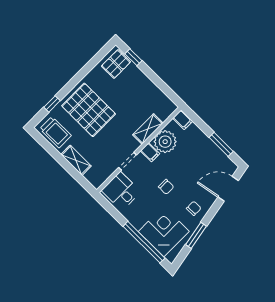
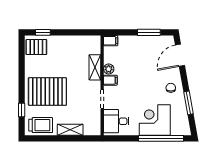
pallet: (116, 64) -> (36, 47), turned 90
plant: (165, 142) -> (109, 69), width x0.53, depth x0.53
chair: (166, 187) -> (141, 91), removed
corner desk: (164, 231) -> (155, 120), moved

